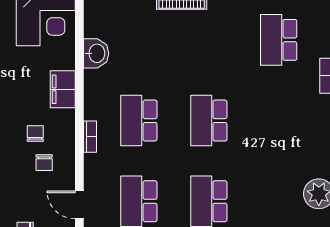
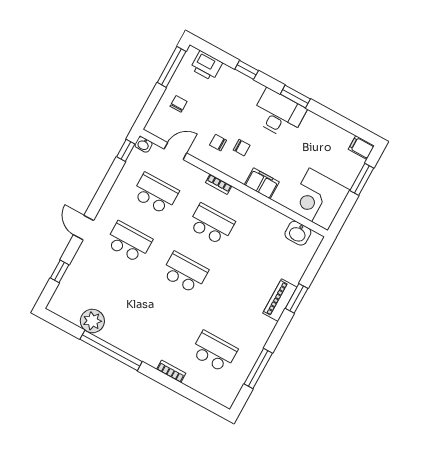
washbasin: (96, 53) -> (298, 233), moved

